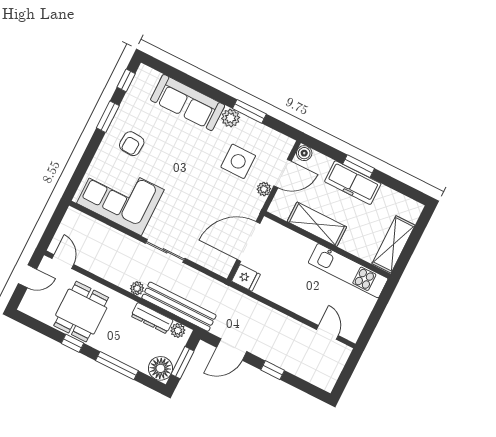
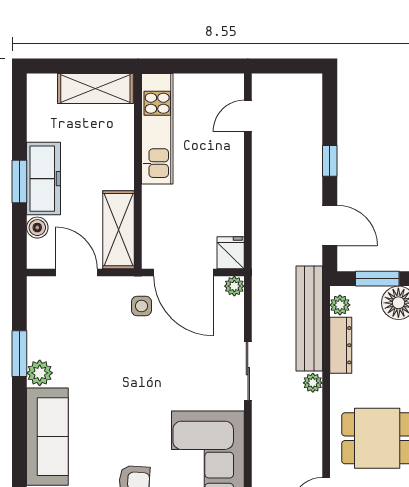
boiler: (304, 153) -> (37, 228), moved
side table: (238, 161) -> (141, 306), moved, width x0.54, depth x0.54
plant: (264, 189) -> (234, 286), moved
shelving: (317, 224) -> (119, 230), moved

